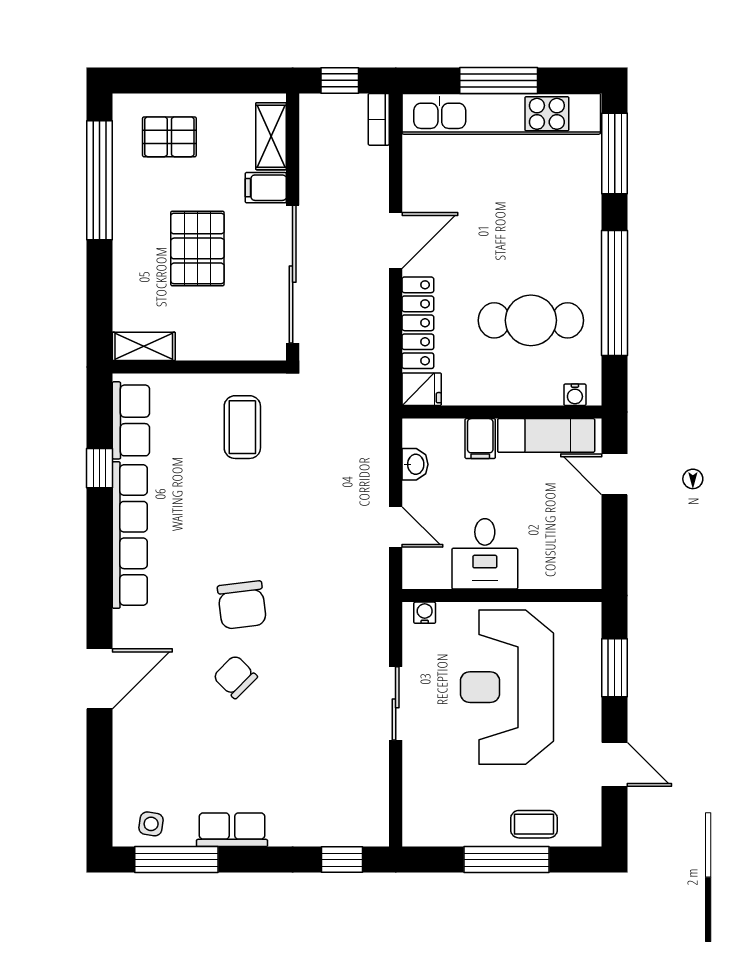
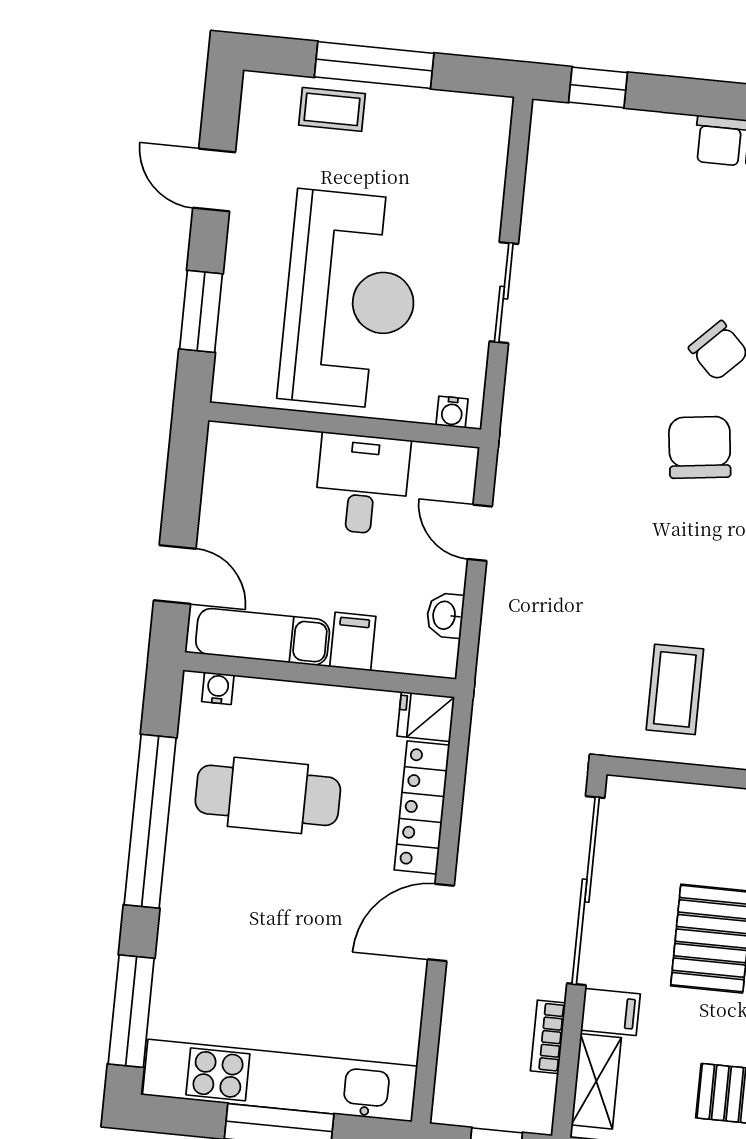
bookcase: (379, 119) -> (548, 1037), moved, turned 180

